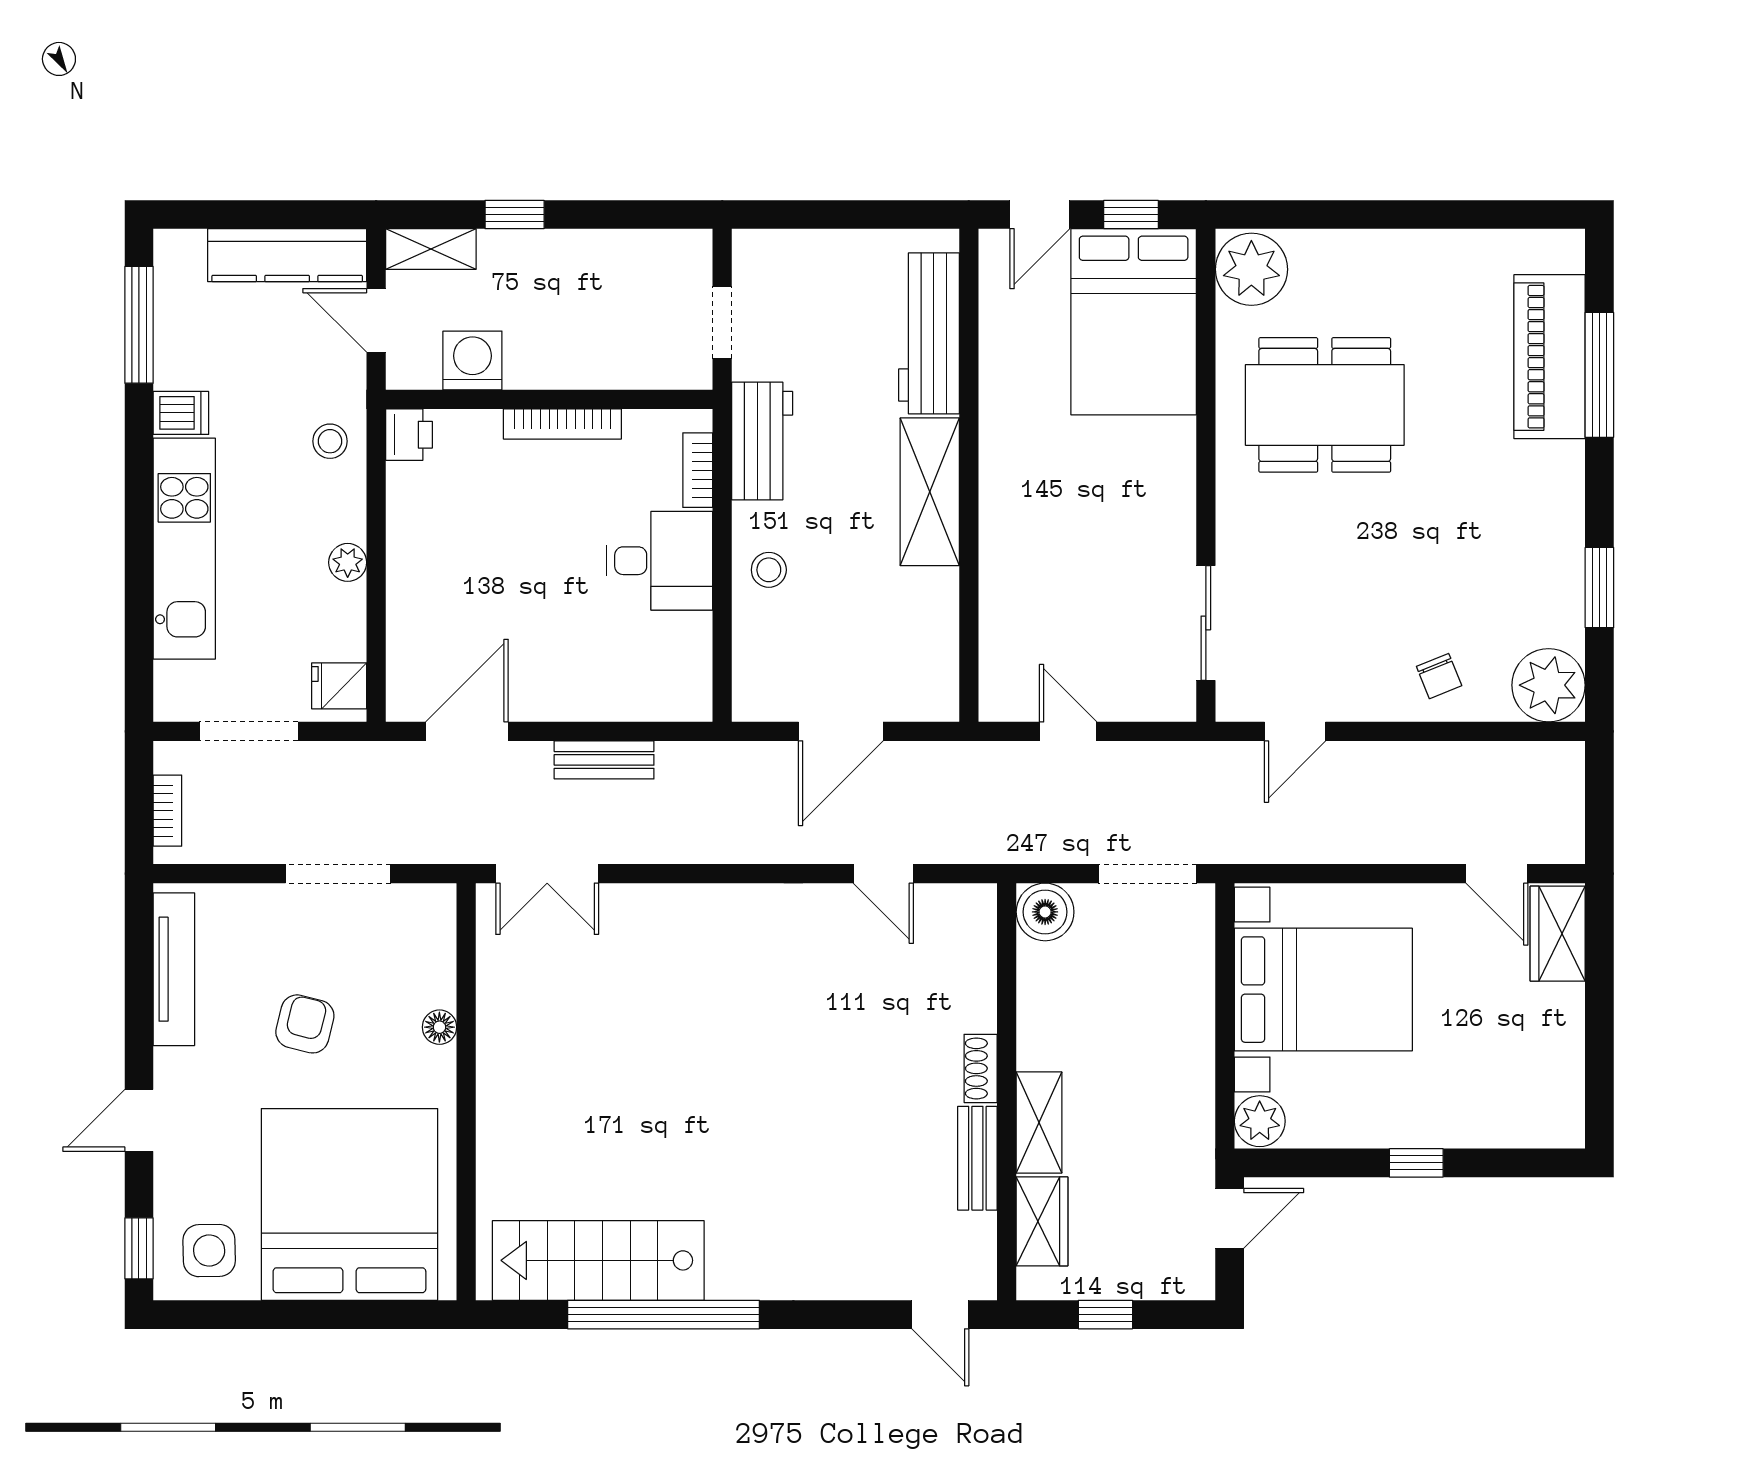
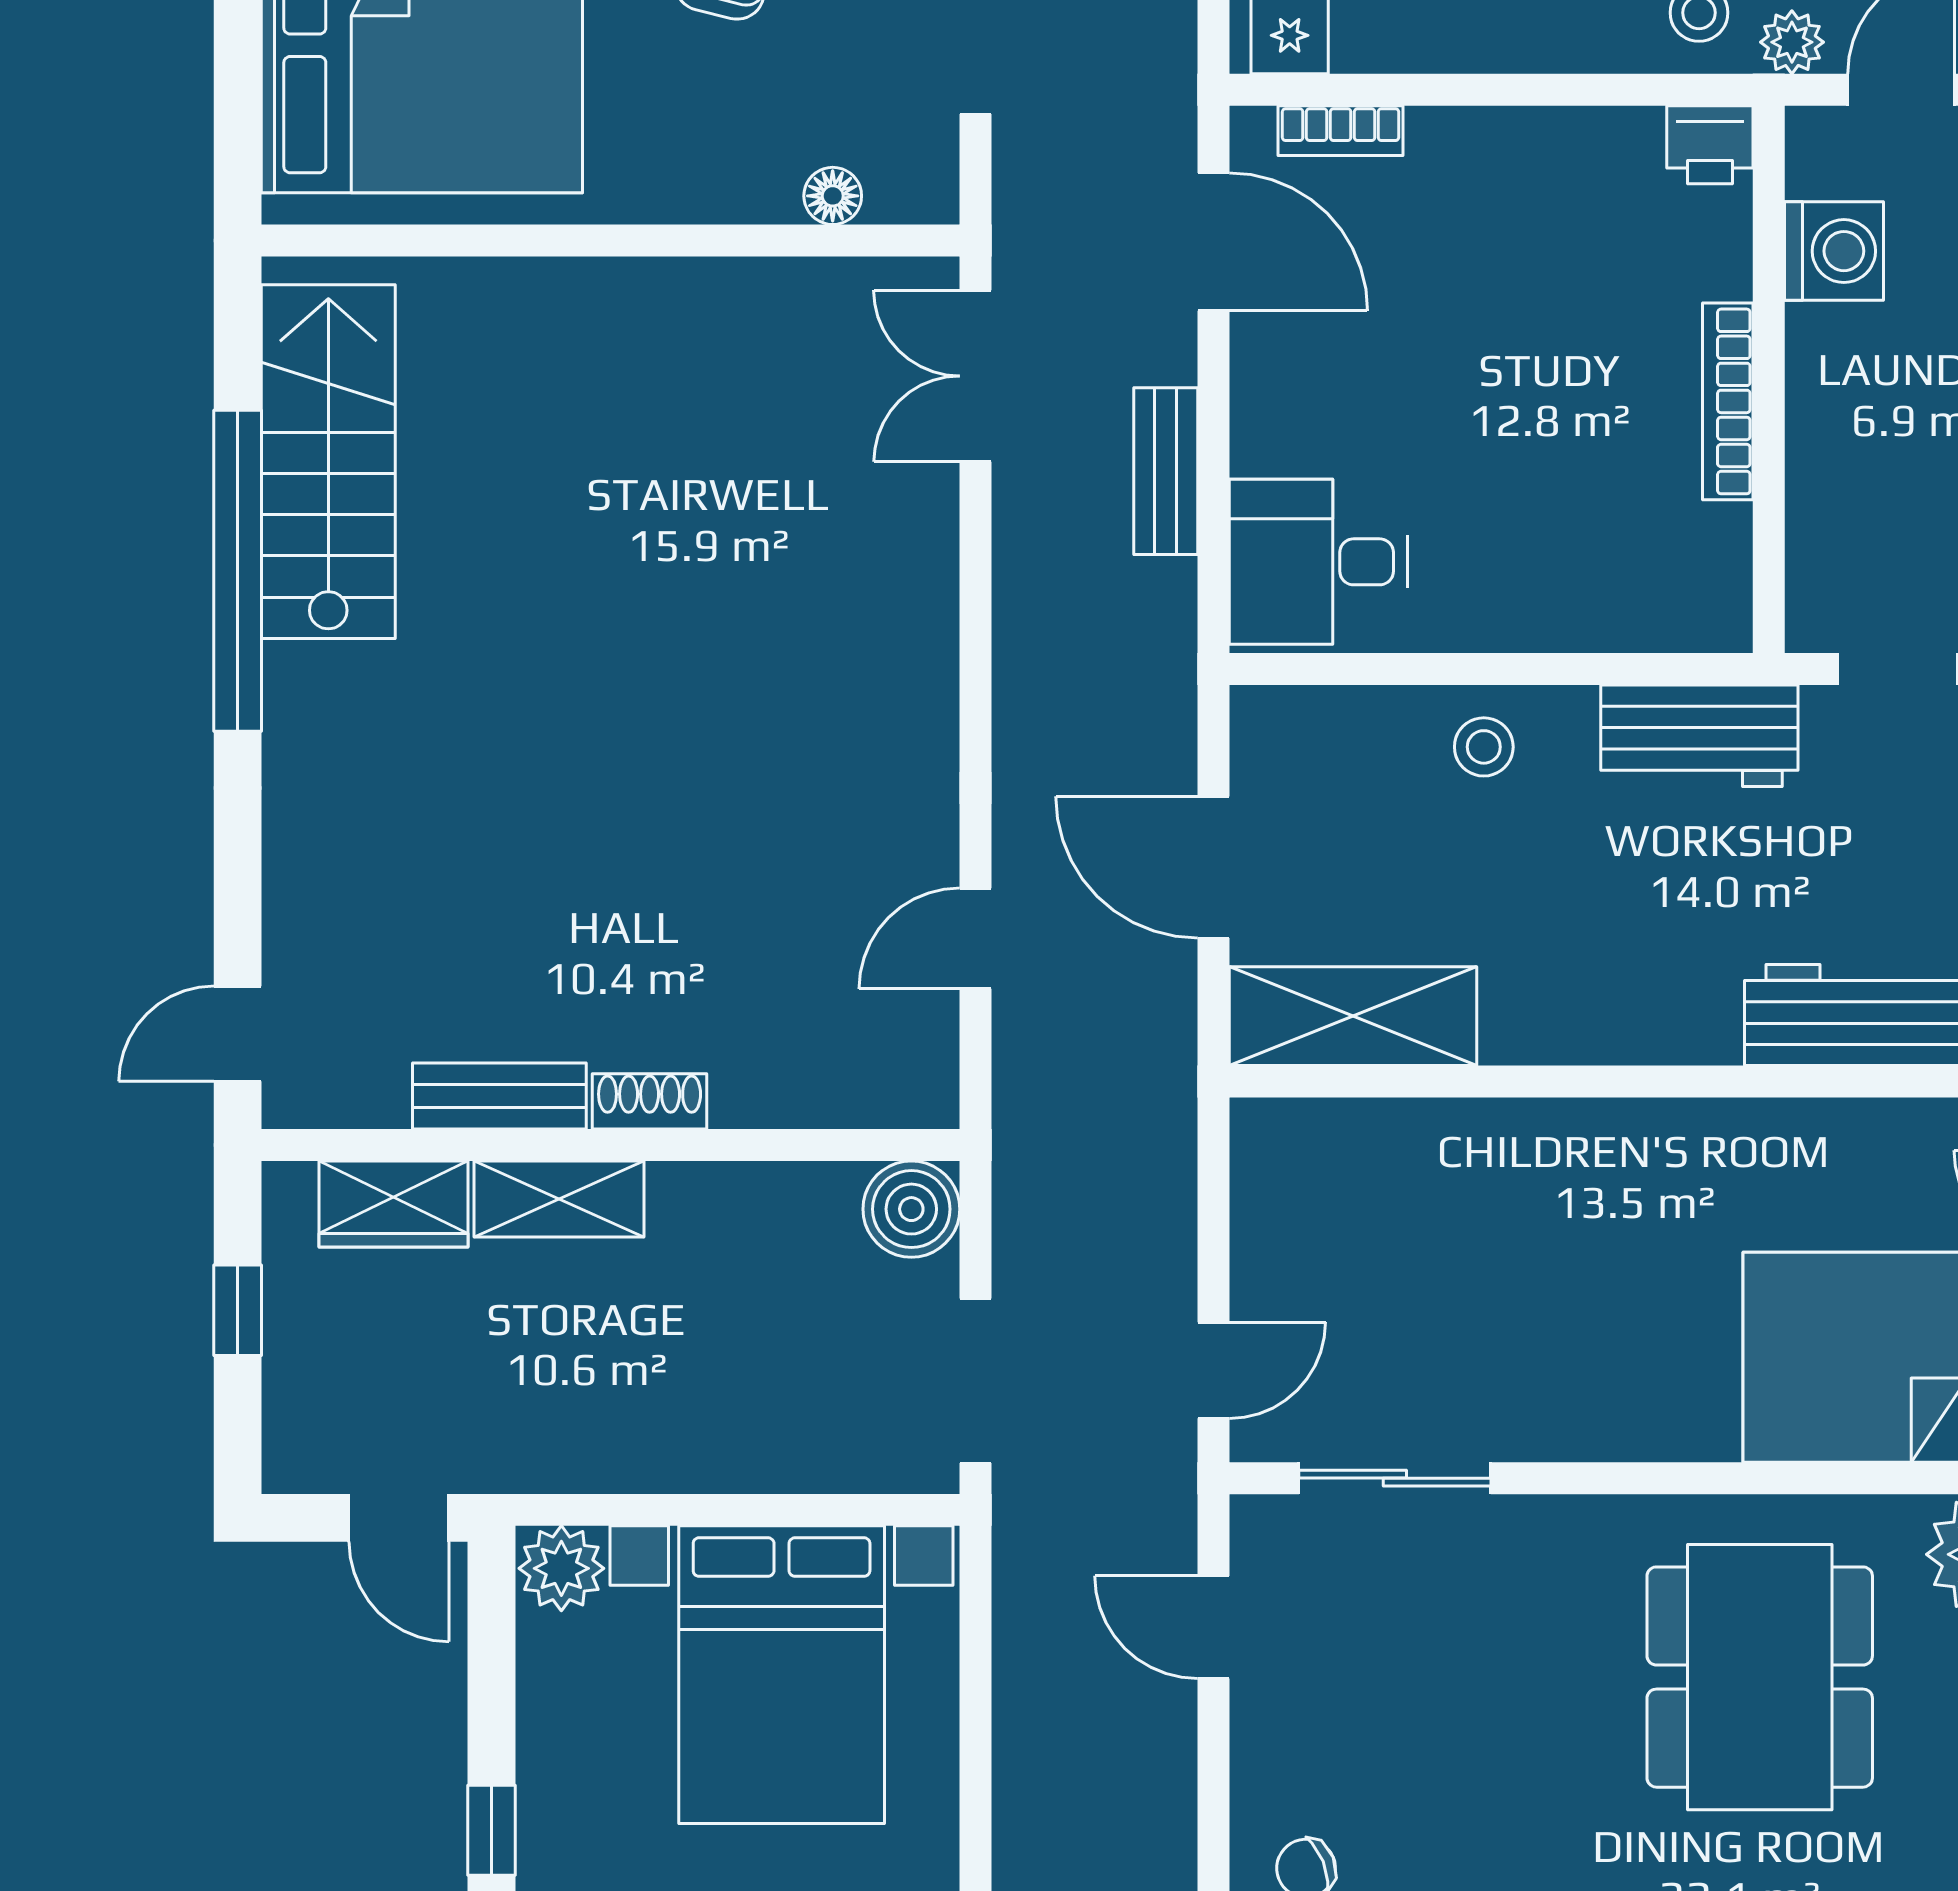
bookcase: (698, 470) -> (1341, 131), moved, turned 180
shelving: (930, 492) -> (1353, 1016), moved
desk: (659, 561) -> (1318, 562), moved, turned 90
plant: (348, 562) -> (1792, 42), moved
door: (1068, 731) -> (1214, 1370), moved
floor lamp: (439, 1027) -> (833, 196), moved

